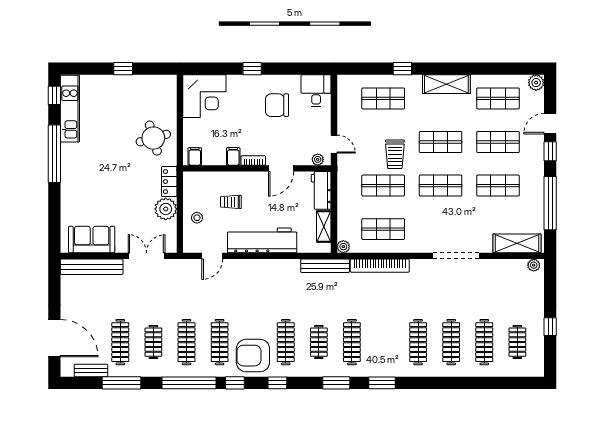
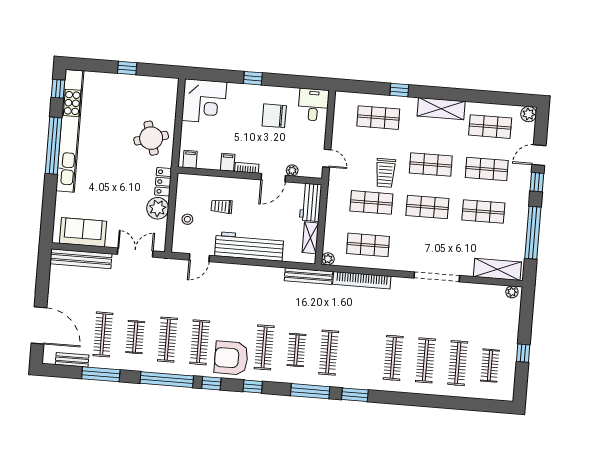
kitchen unit: (70, 109) -> (70, 131), width x1.86
plant: (318, 159) -> (292, 170), moved
window: (336, 383) -> (310, 391), width x1.44

